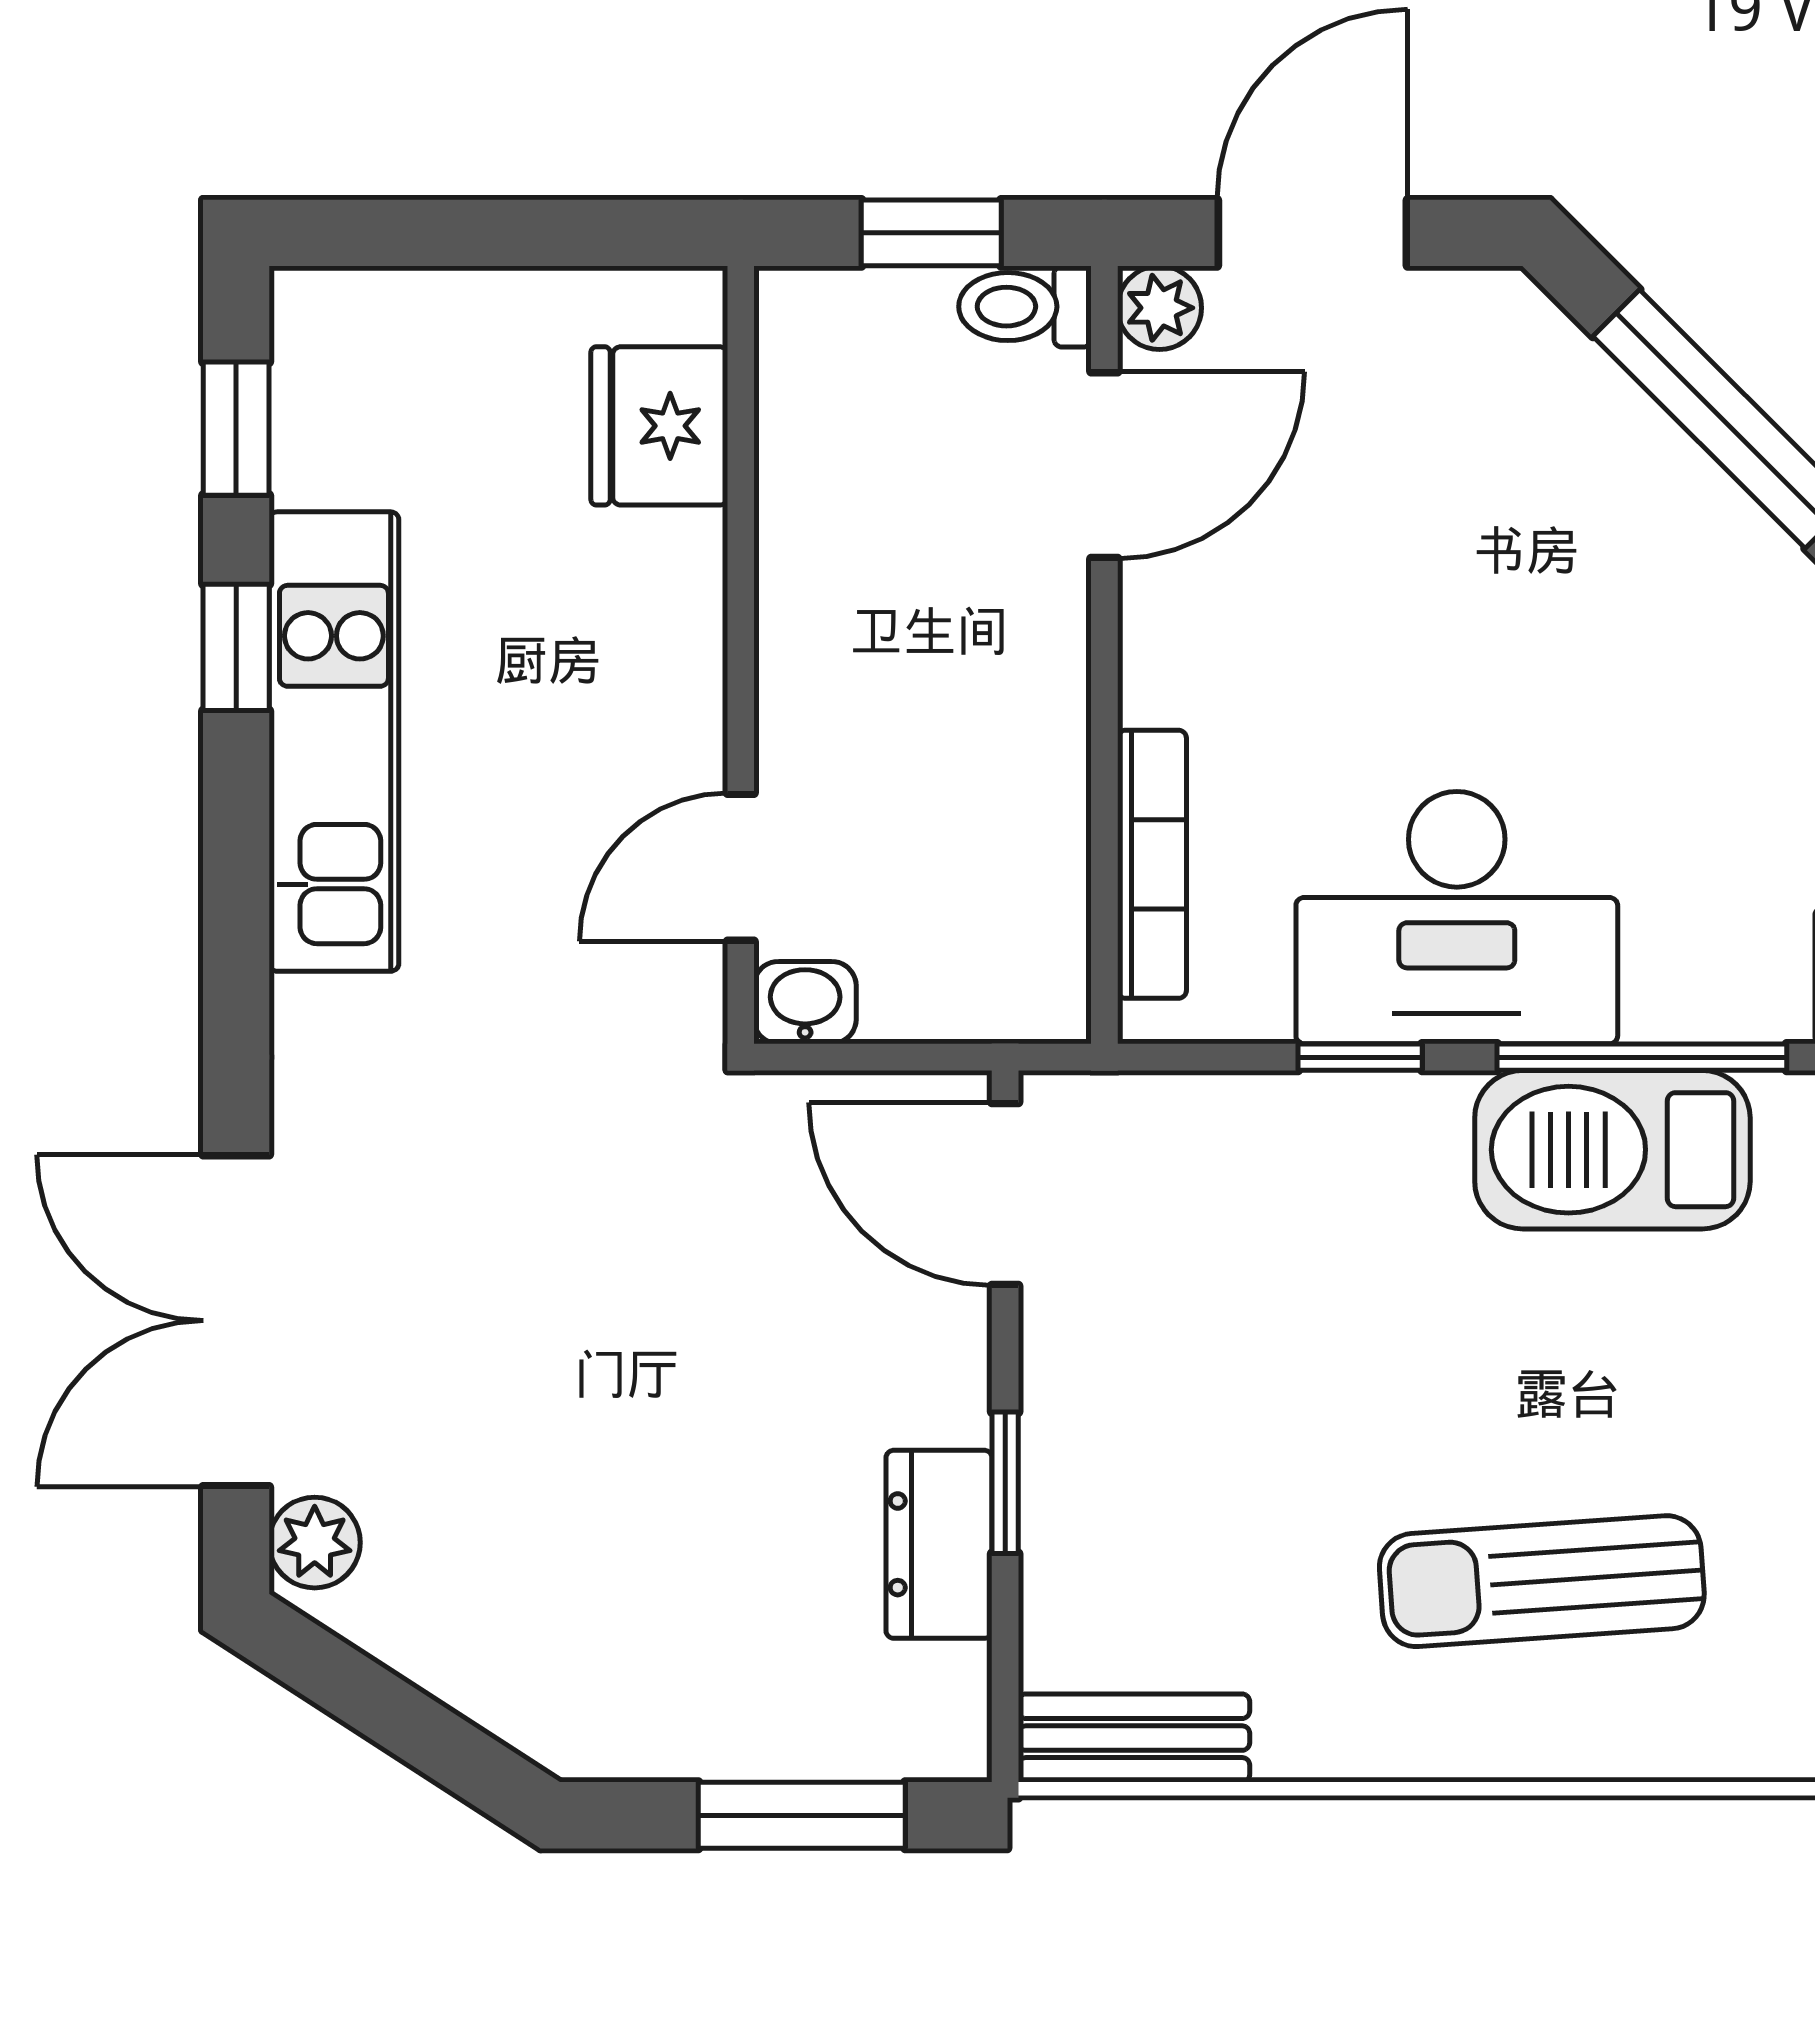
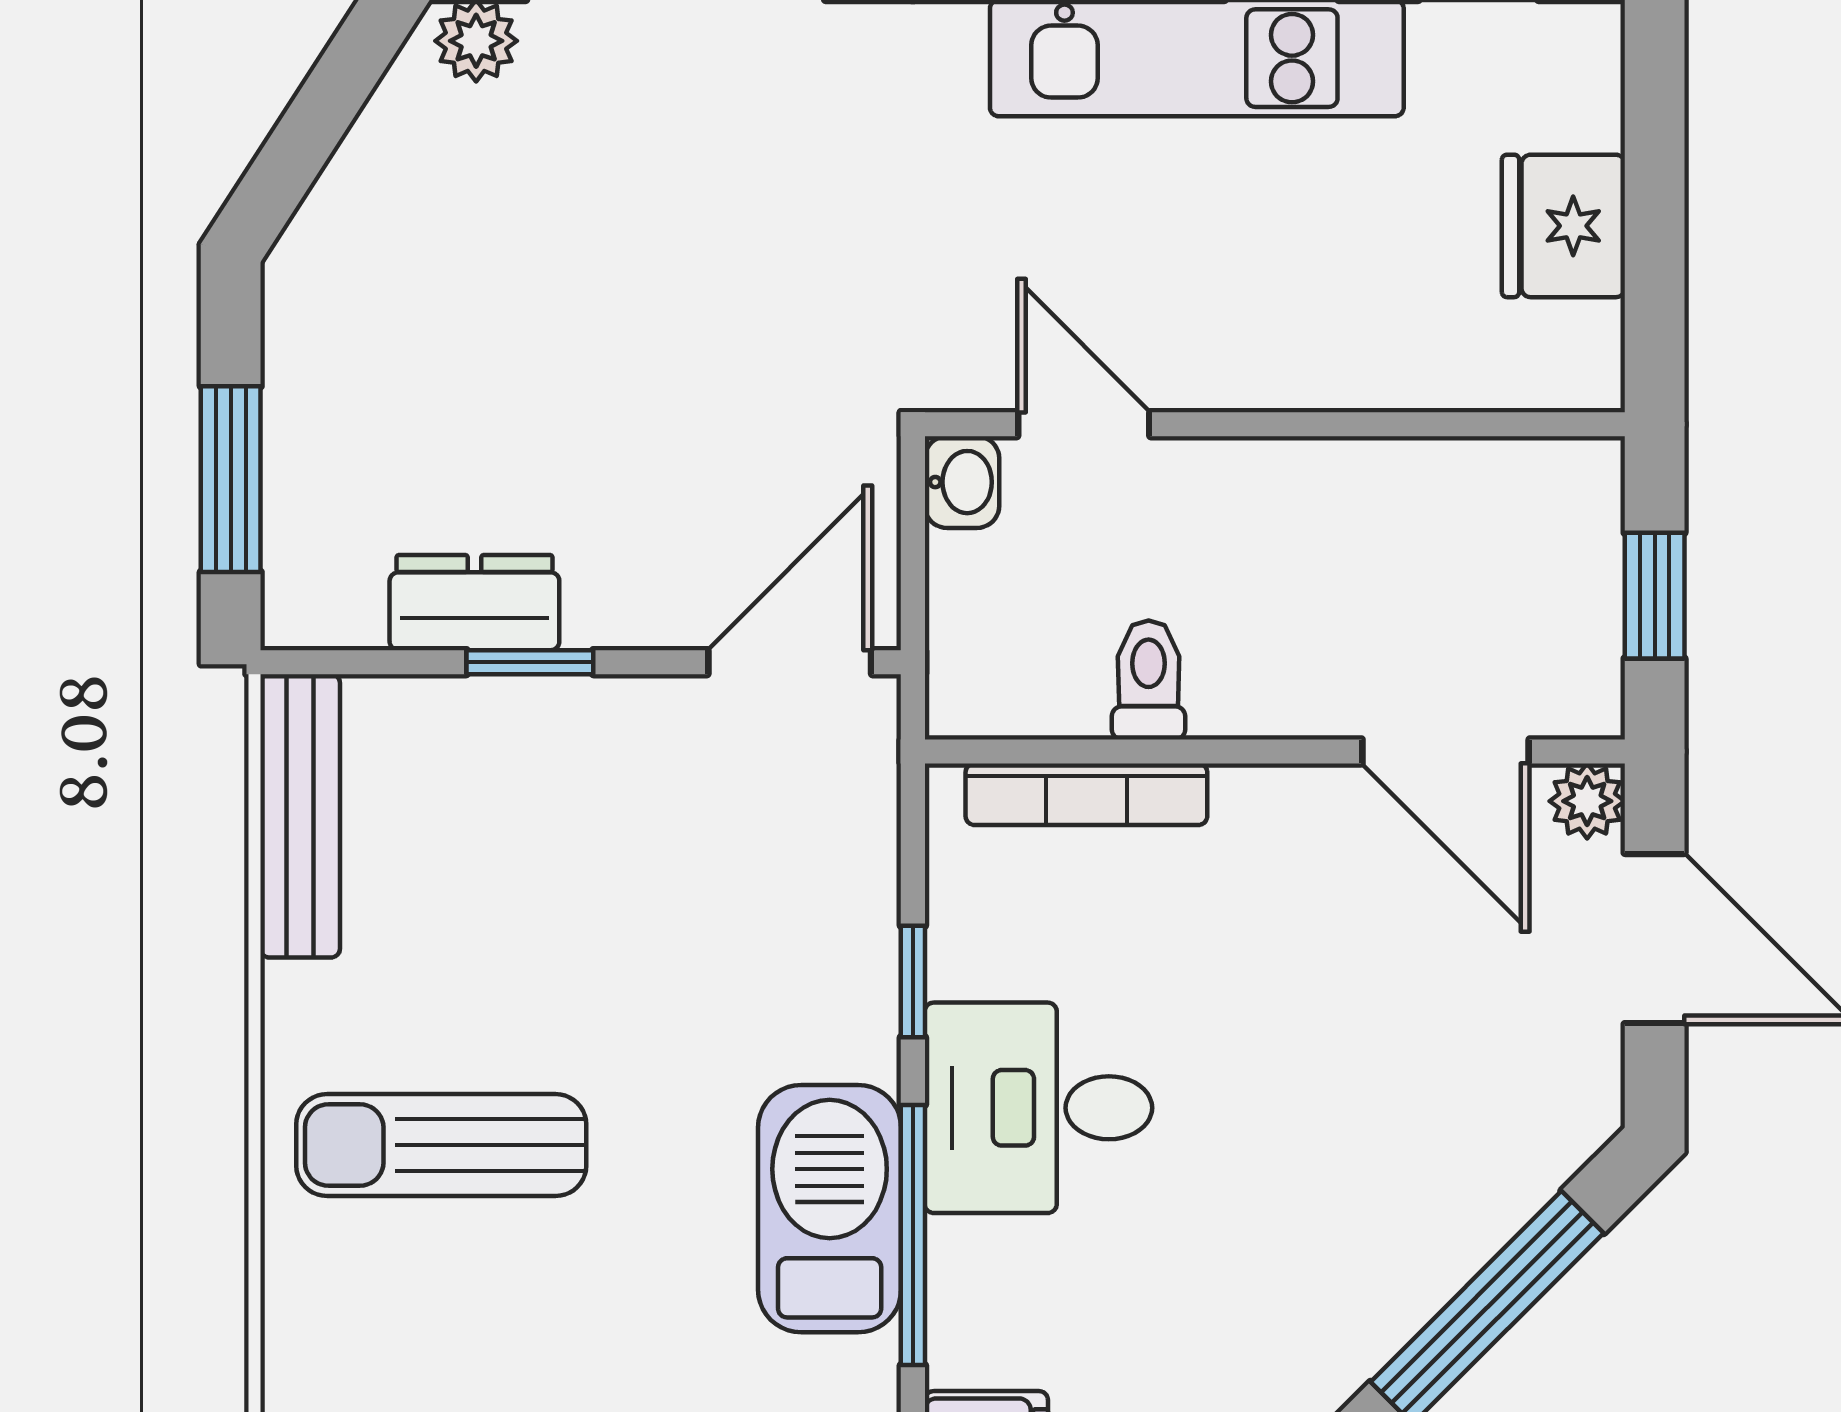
toilet: (1025, 307) -> (1149, 680), moved
fridge: (659, 426) -> (1563, 226), moved, turned -90
desk: (1457, 918) -> (1038, 1108), width x0.73
sun lounger: (1542, 1581) -> (441, 1145), turned -86
bench: (1134, 1738) -> (300, 816), width x1.36

